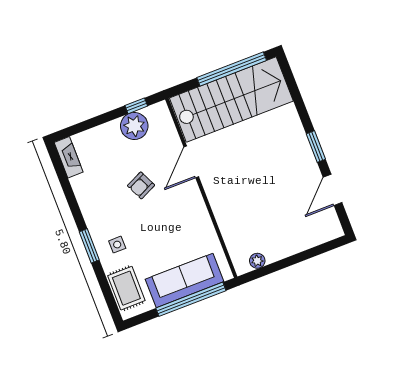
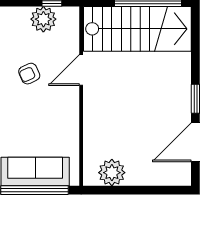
door: (333, 190) -> (195, 142), width x1.36
plant: (257, 261) -> (112, 173), width x1.87, depth x1.87

